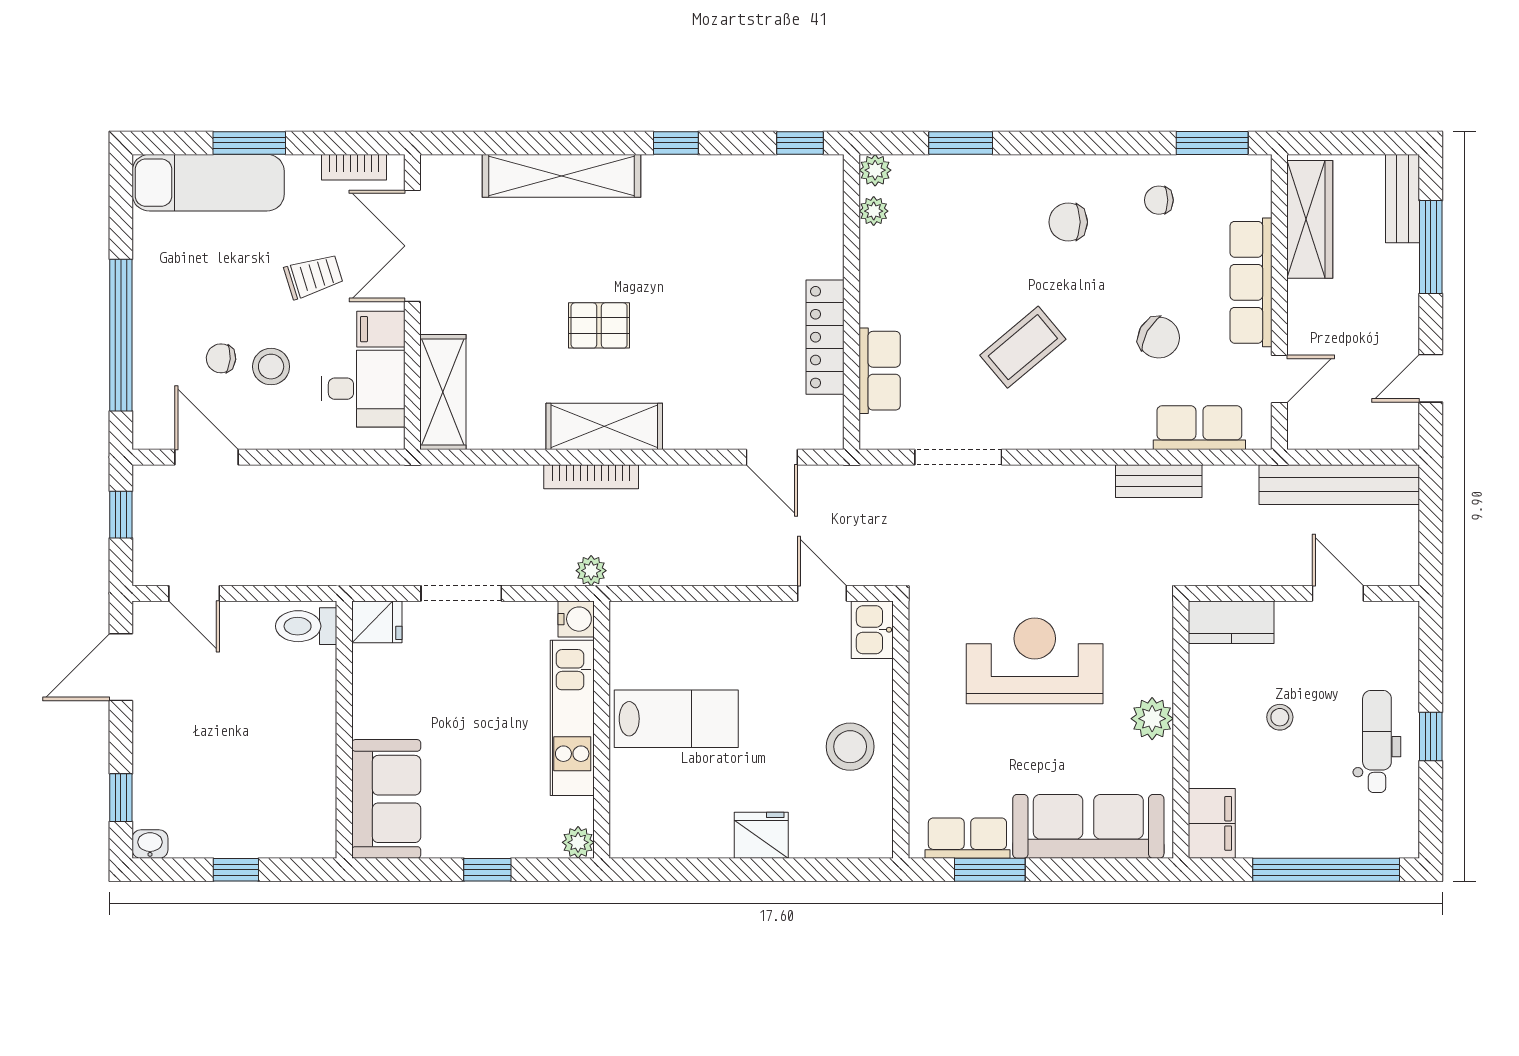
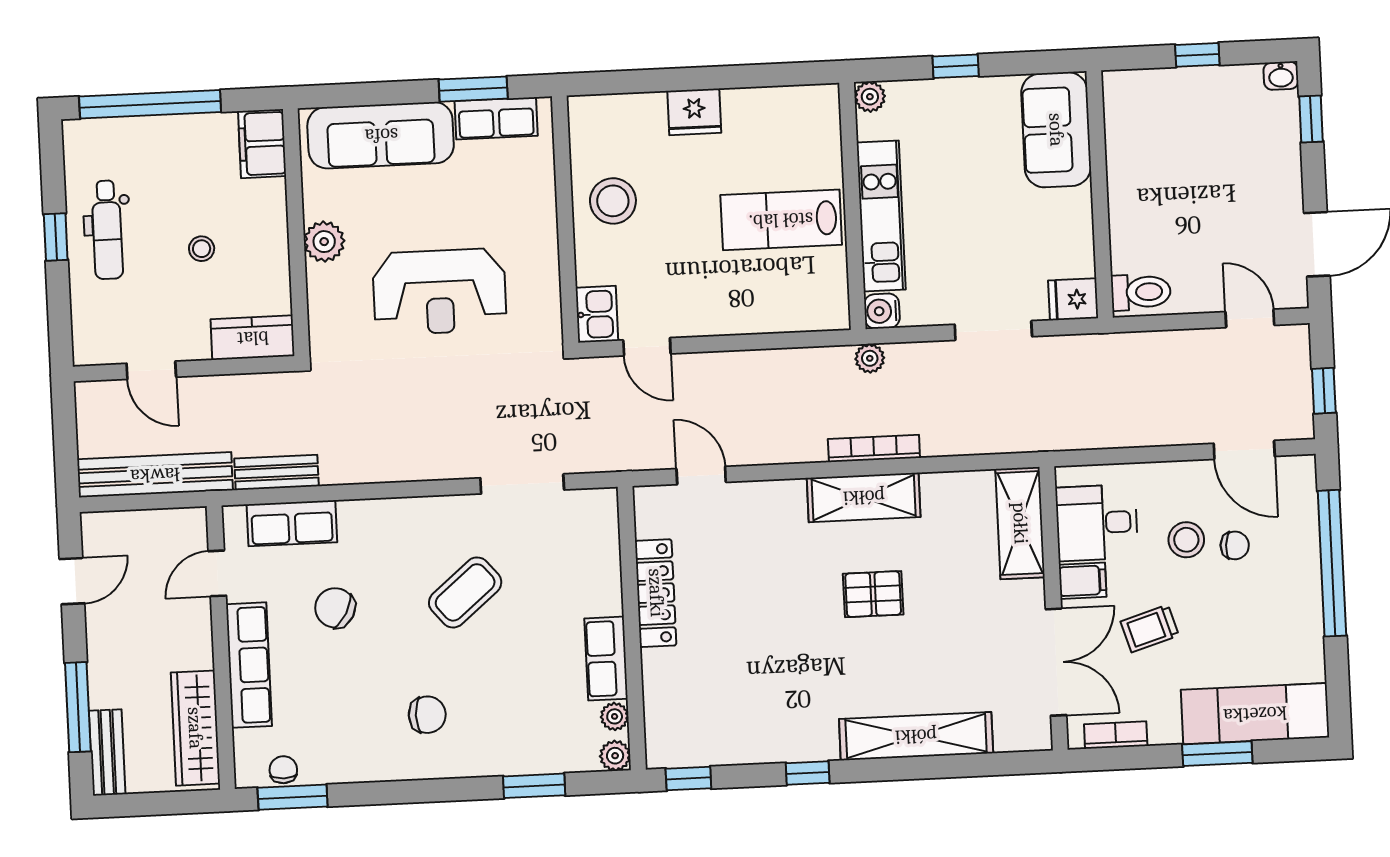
chair: (1159, 200) -> (283, 770), moved, turned -90
row of seats: (880, 371) -> (606, 659), moved
bench: (1159, 481) -> (276, 472), moved

